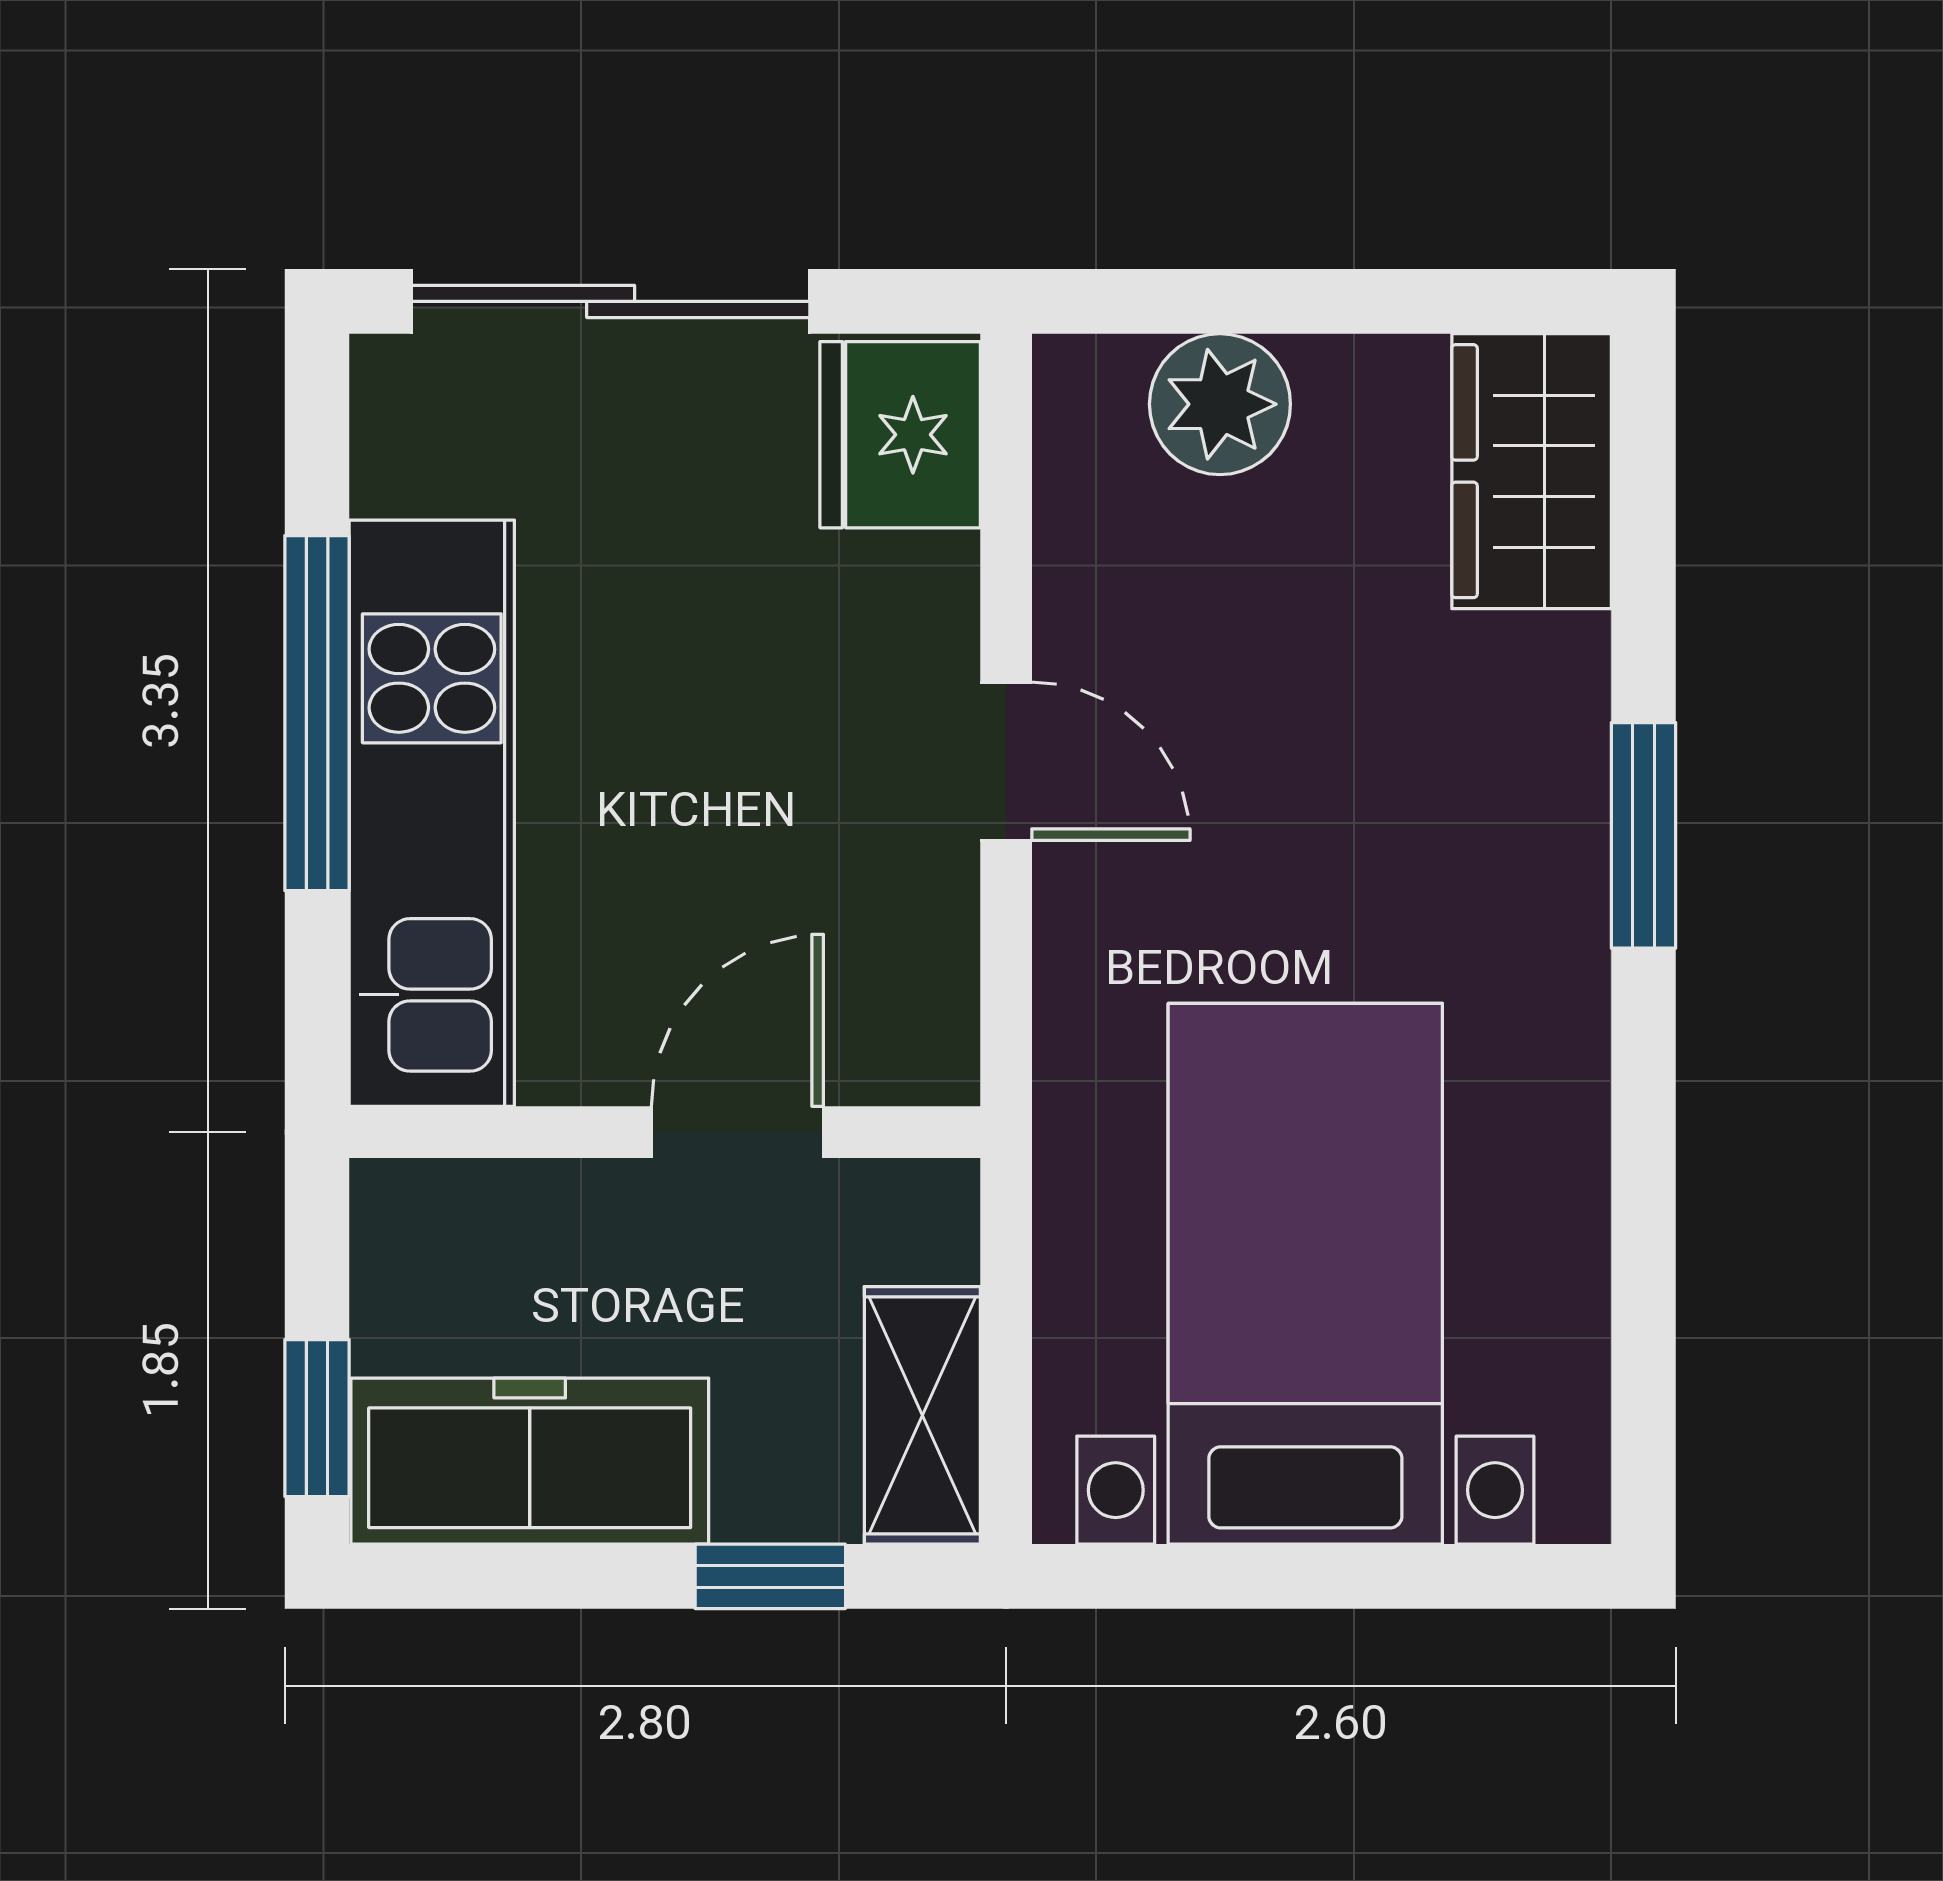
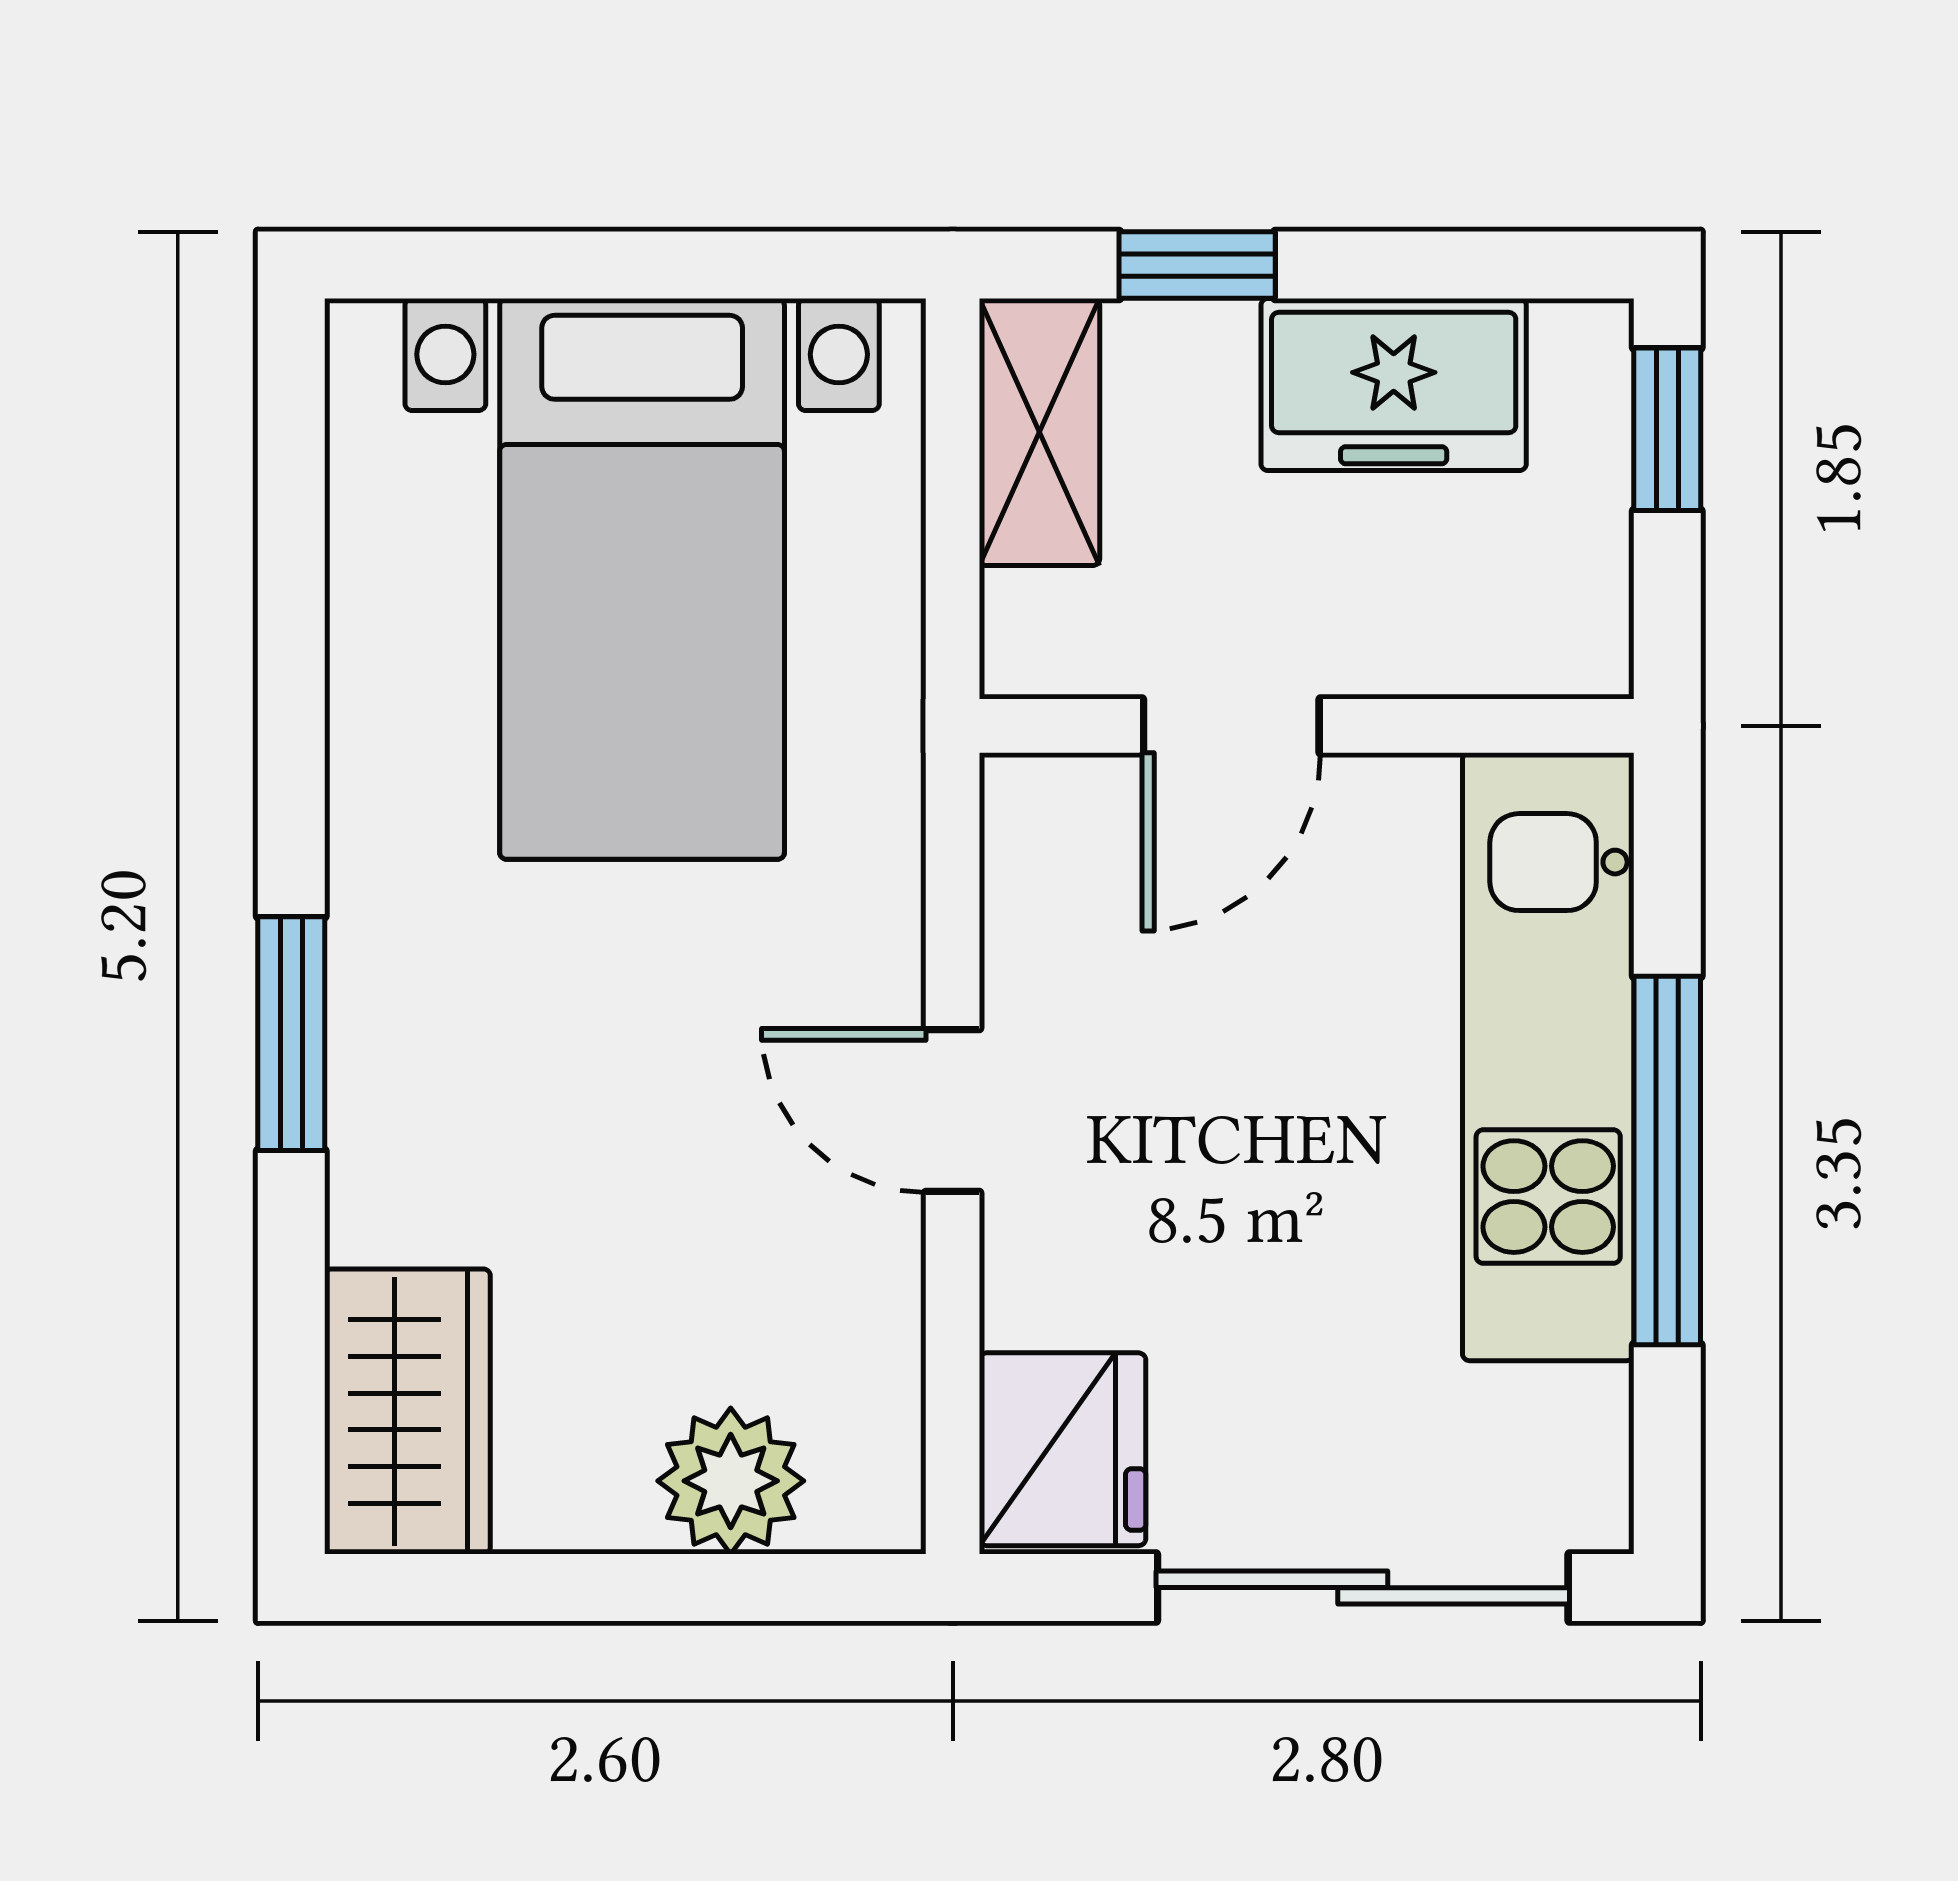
freezer: (530, 1461) -> (1394, 385), width x0.71

